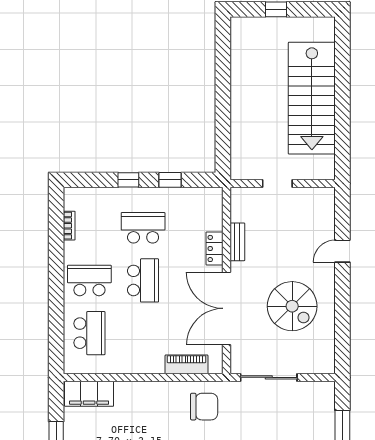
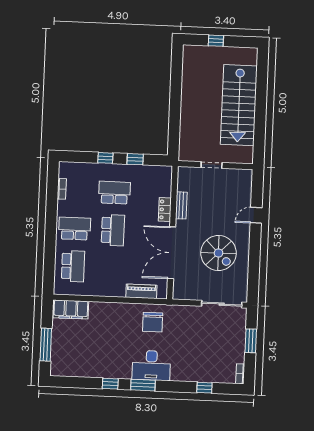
sliding door: (269, 377) -> (222, 304), moved
chair: (204, 407) -> (153, 322), turned 90

